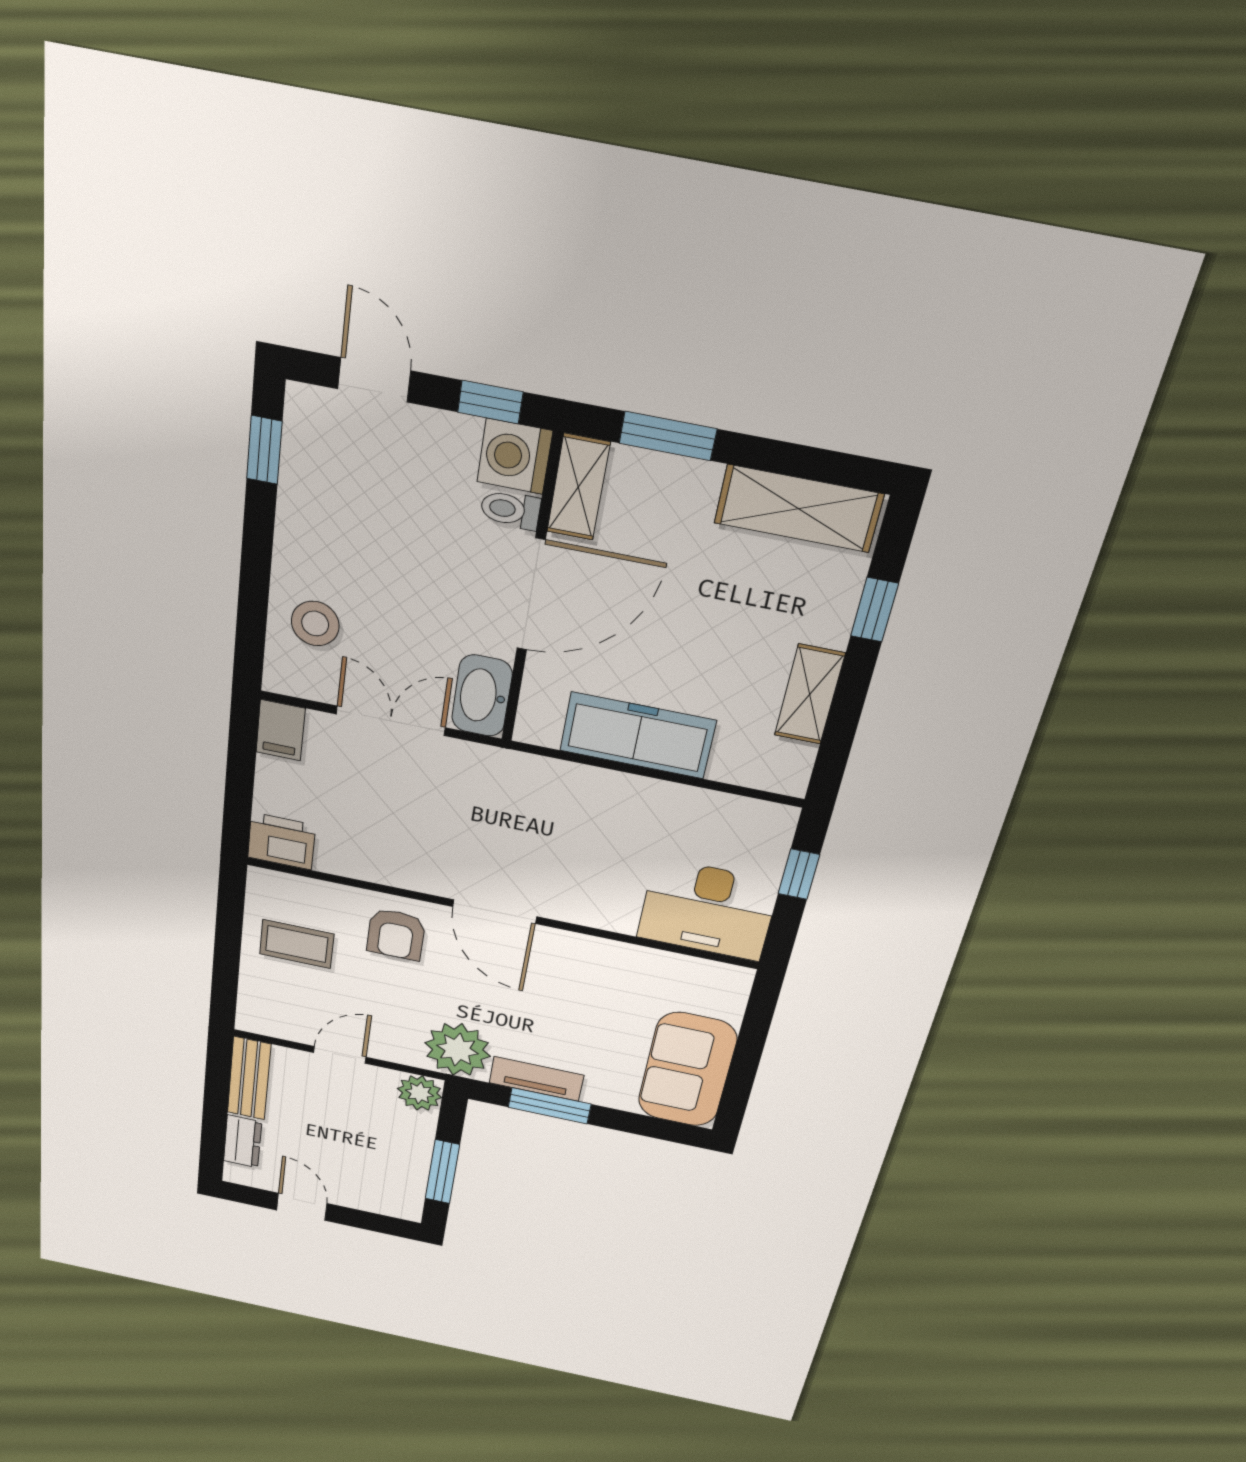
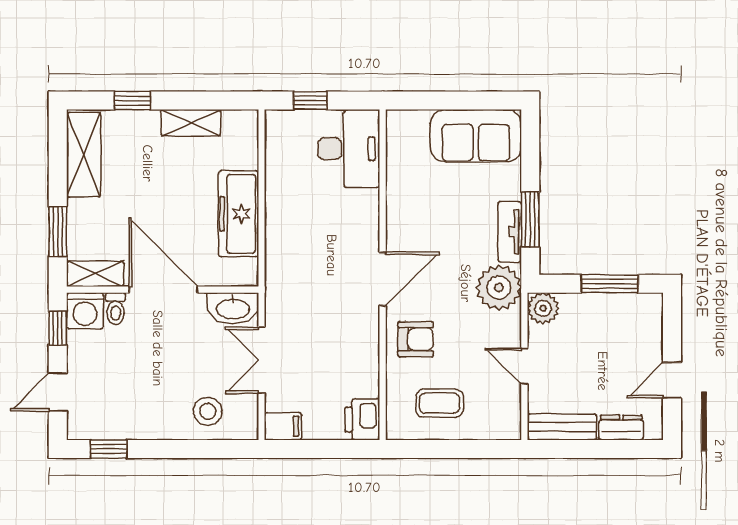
coffee table: (297, 944) -> (440, 403), turned 90

